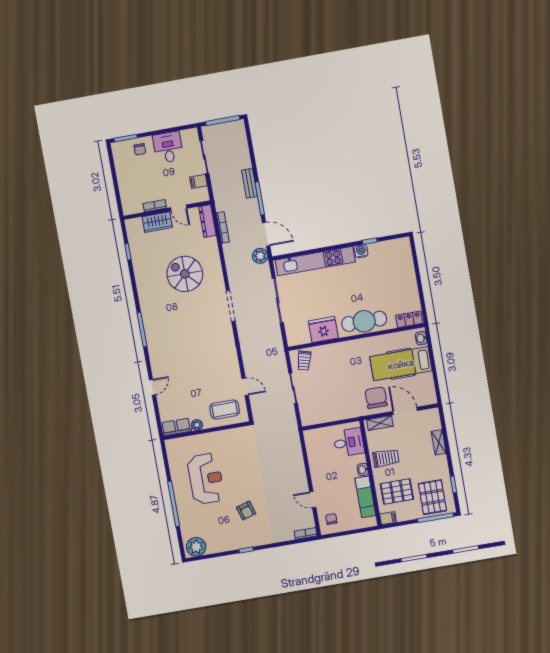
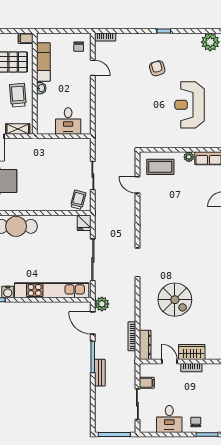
fridge: (323, 329) -> (84, 223), moved, width x0.53, depth x0.75
chair: (376, 398) -> (17, 153), removed
desk: (349, 442) -> (68, 121), moved, turned -90
trolley: (386, 458) -> (18, 95), turned 85

